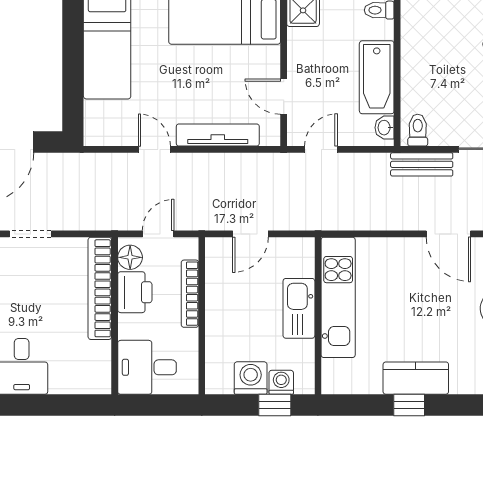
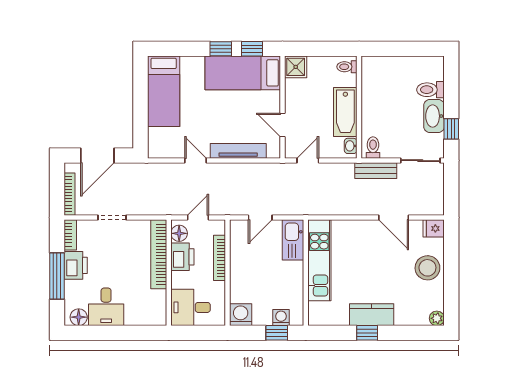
kitchen sink: (299, 308) -> (293, 240), moved
washing machine: (251, 378) -> (241, 315), moved

